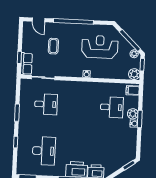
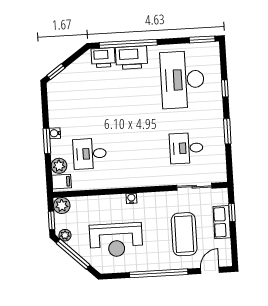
door: (38, 20) -> (210, 270), hinge flipped
coffee table: (53, 46) -> (184, 234), width x1.86, depth x1.72
row of seats: (26, 64) -> (222, 222), moved
plant: (133, 114) -> (59, 166), moved
desk: (44, 151) -> (182, 80), width x1.36, depth x1.30

